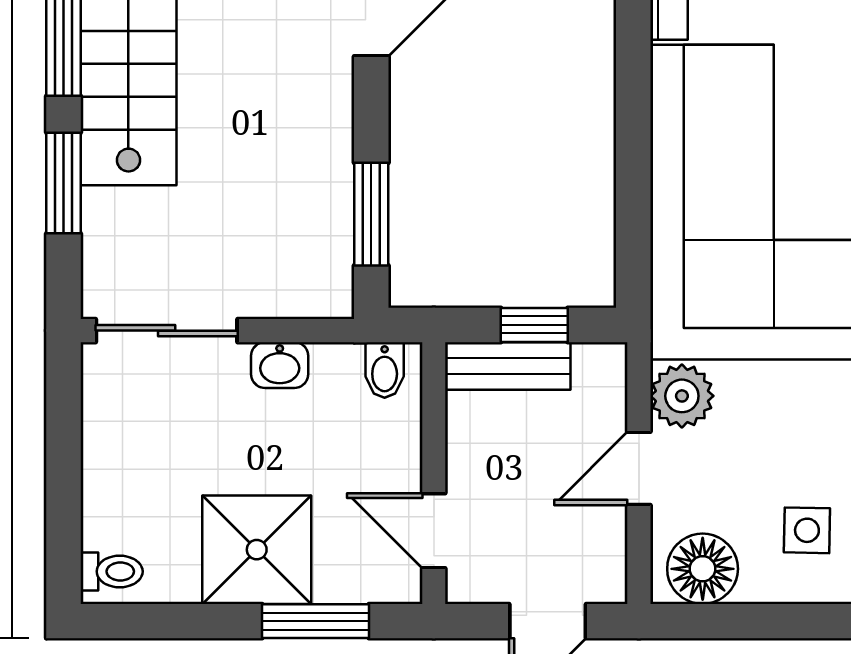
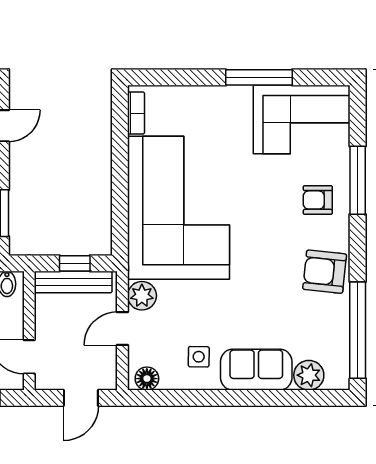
bench: (508, 366) -> (73, 282), width x1.36
floor lamp: (703, 569) -> (147, 379), width x0.73, depth x0.73

